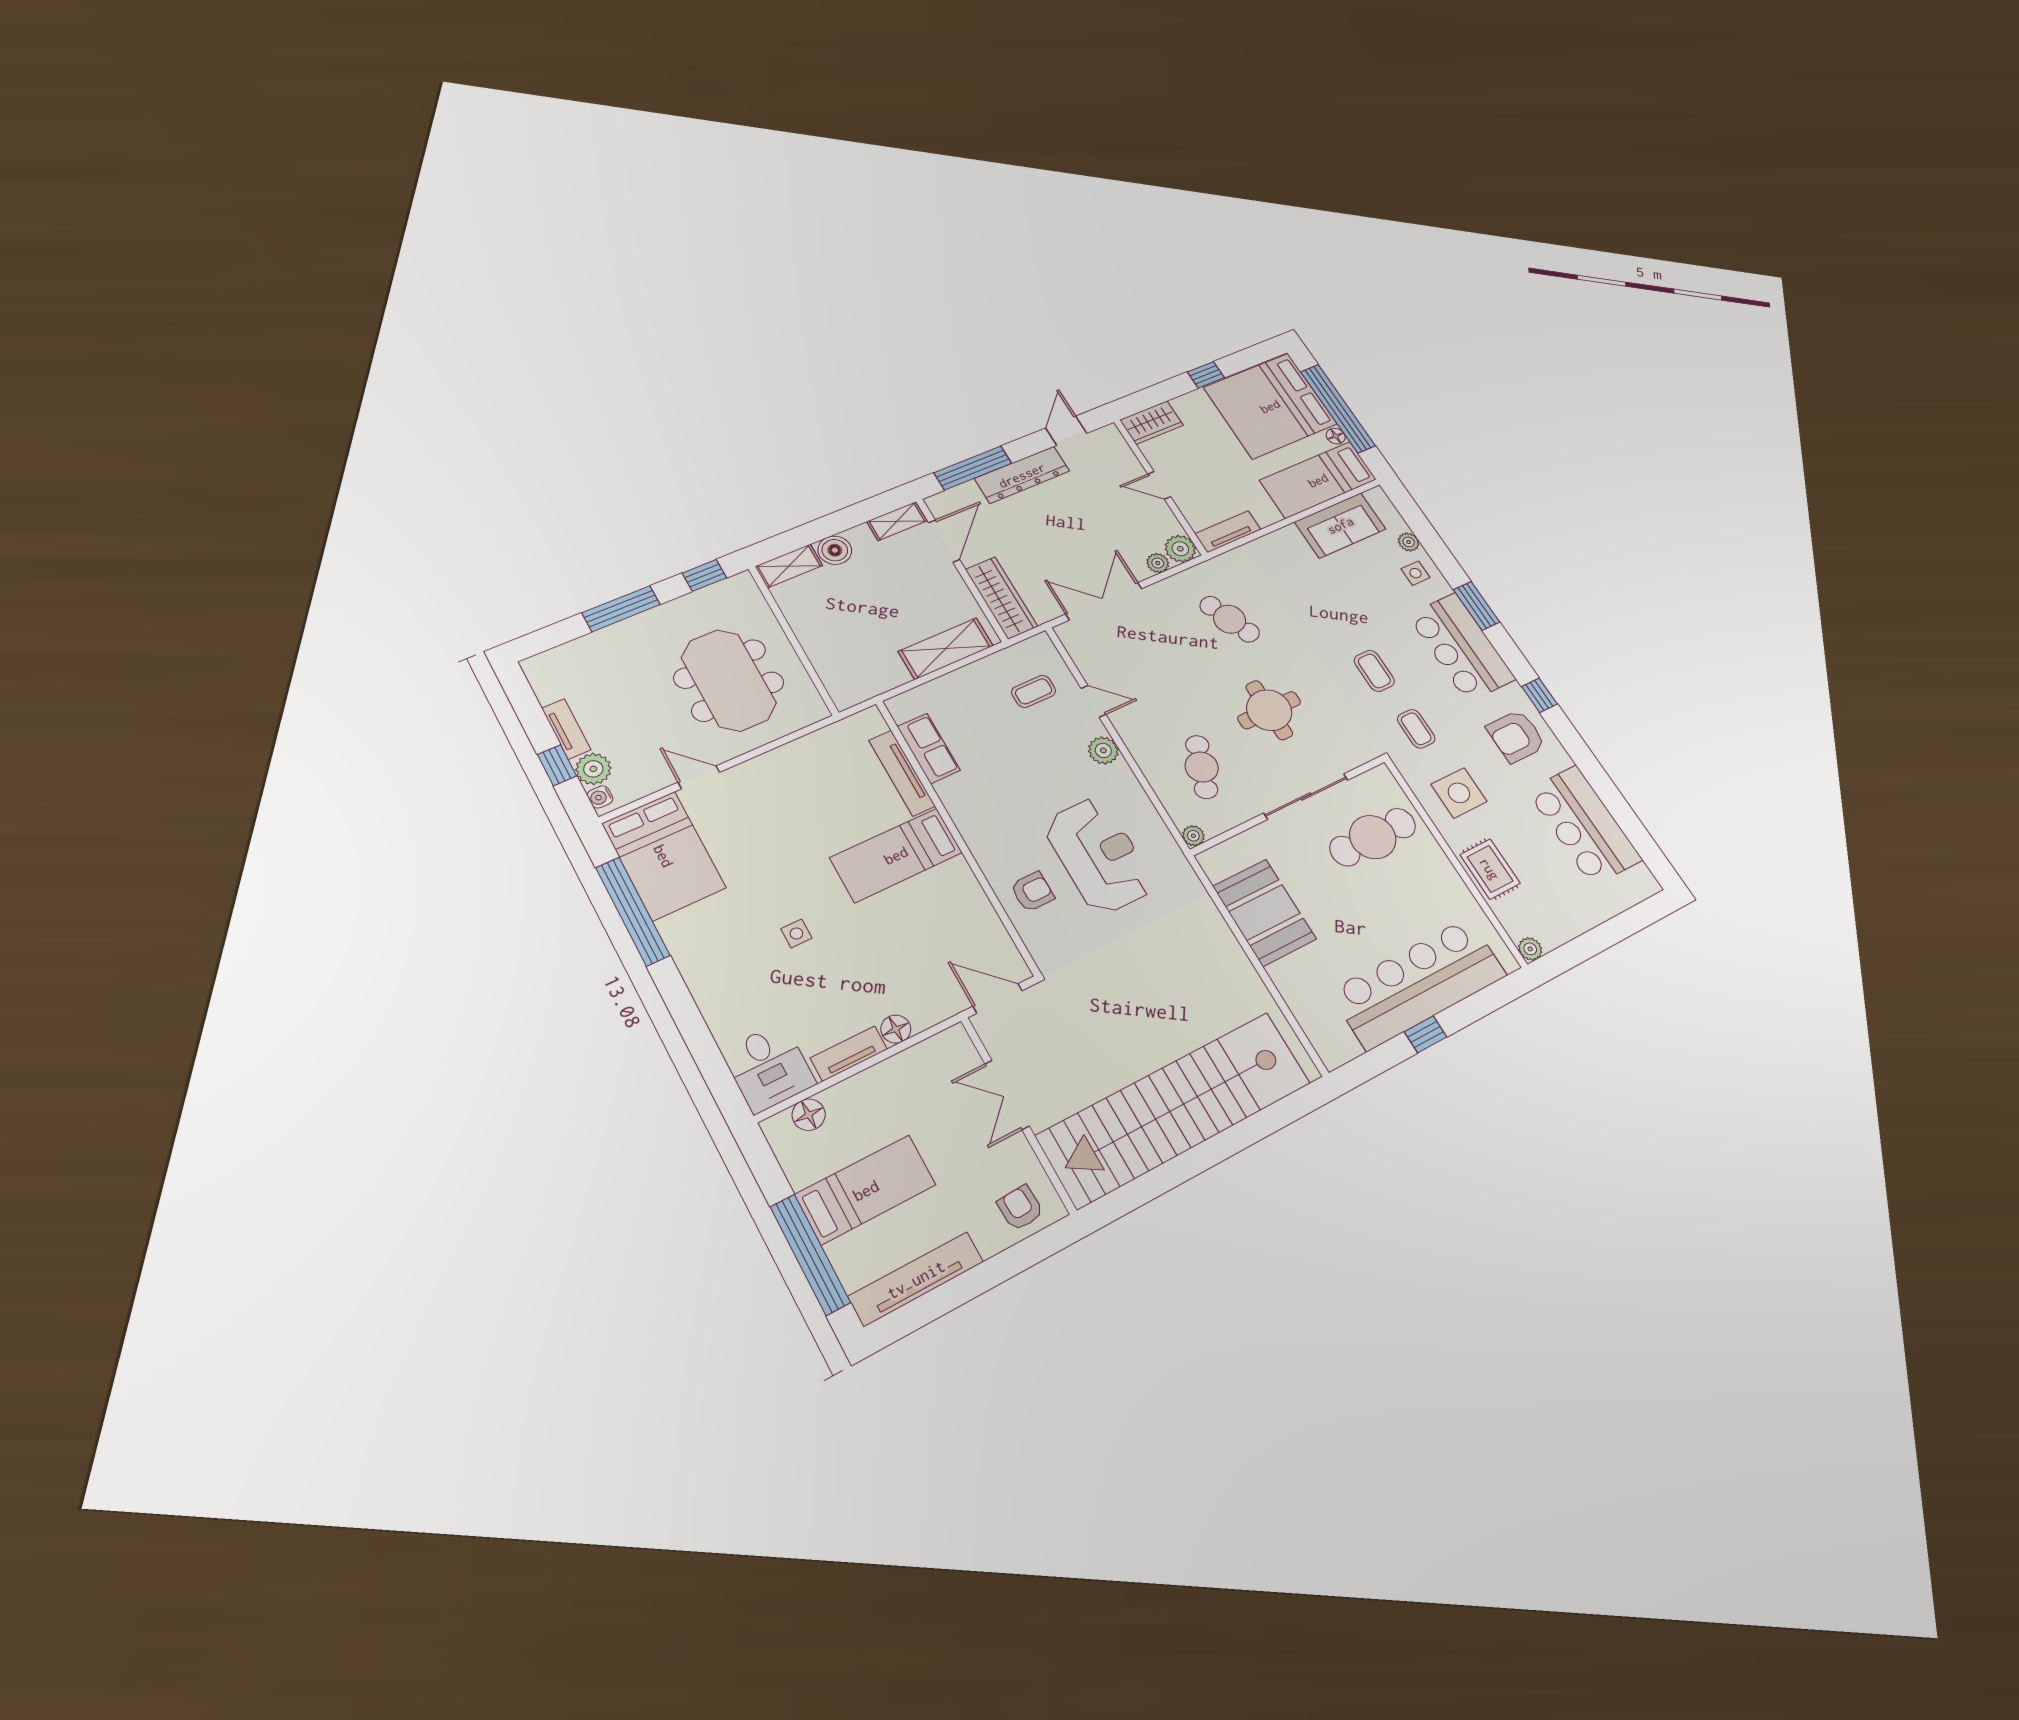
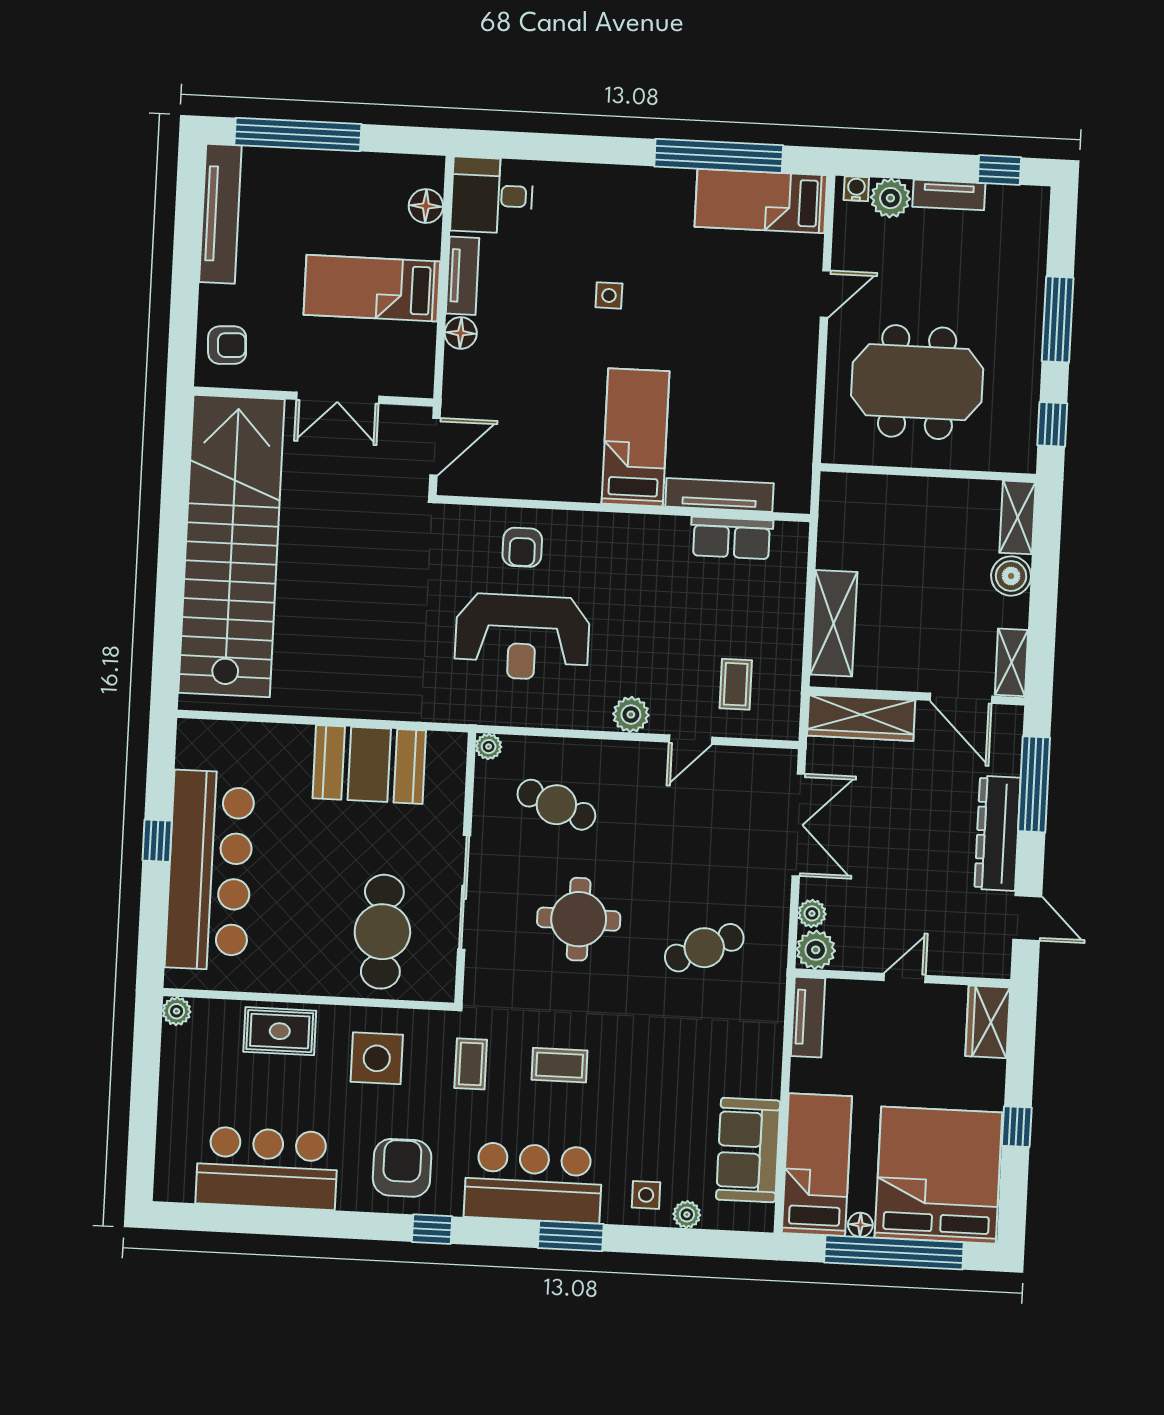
coffee table: (1416, 729) -> (471, 1064), turned 90
window: (557, 765) -> (999, 170), moved
bed: (664, 856) -> (761, 201), width x0.67
double door: (1007, 1095) -> (338, 398), swing flipped
bed: (866, 1190) -> (372, 288), moved, turned 90

